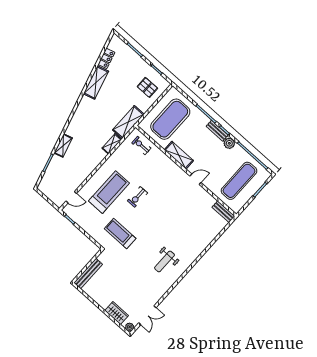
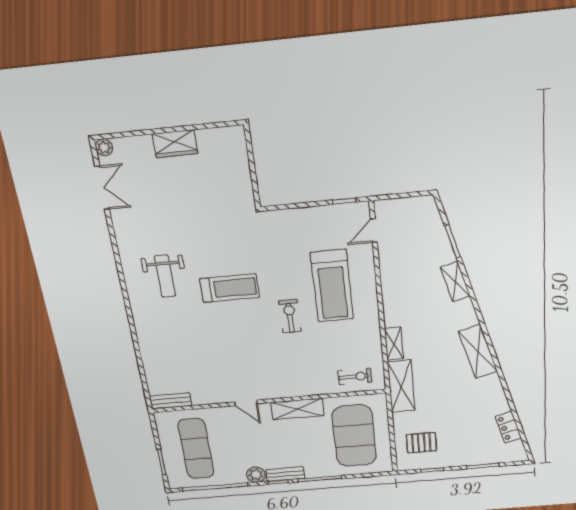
shelving: (96, 83) -> (478, 351), moved
door: (195, 179) -> (246, 403), hinge flipped
treadmill: (120, 234) -> (230, 288), moved
weight bench: (164, 261) -> (165, 276), turned 180
bench: (88, 273) -> (239, 158), removed
wardrobe: (117, 313) -> (175, 144), moved
double door: (147, 315) -> (102, 188), swing flipped

